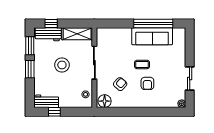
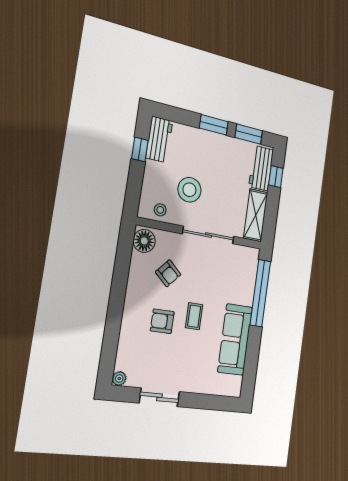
window: (153, 24) -> (260, 293), moved
stool: (62, 65) -> (189, 190), moved

